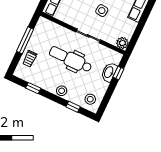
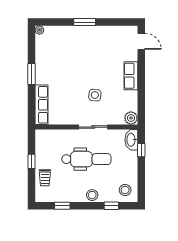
window: (25, 40) -> (31, 161), width x0.46
dental chair: (71, 59) -> (86, 159), turned 180
washbasin: (109, 72) -> (131, 140), moved

